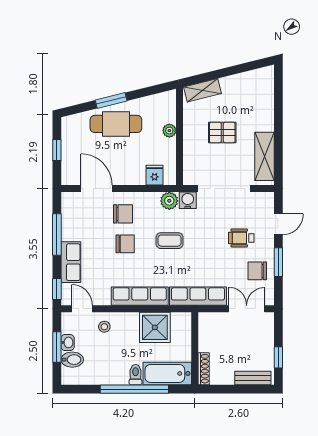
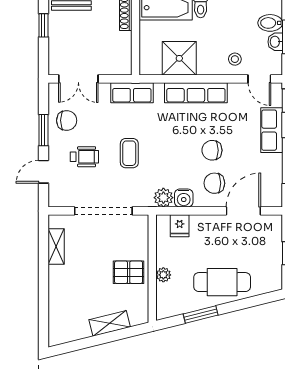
shelving: (202, 90) -> (110, 323), moved
window: (111, 101) -> (201, 314), moved
pallet: (222, 133) -> (129, 272), moved
shelving: (264, 156) -> (56, 246), width x0.67, depth x0.75
door: (97, 189) -> (243, 211), swing flipped
water cooler: (188, 200) -> (184, 198), moved
coffee table: (170, 241) -> (129, 153), moved, turned 90
row of seats: (198, 296) -> (132, 93), width x0.68

